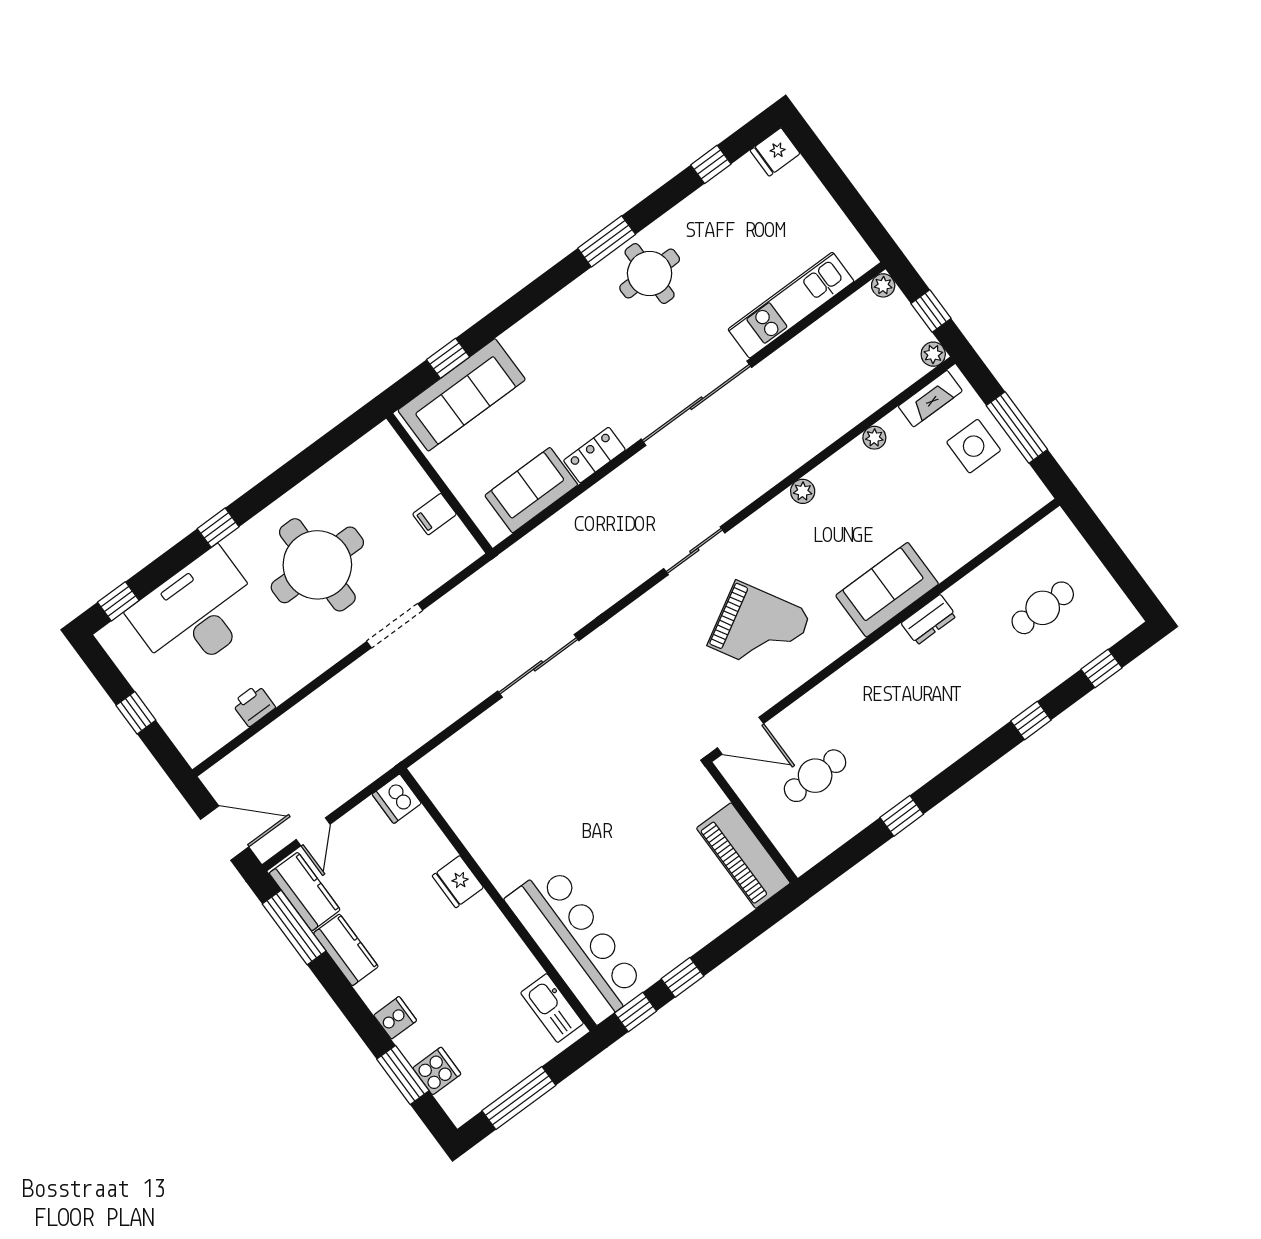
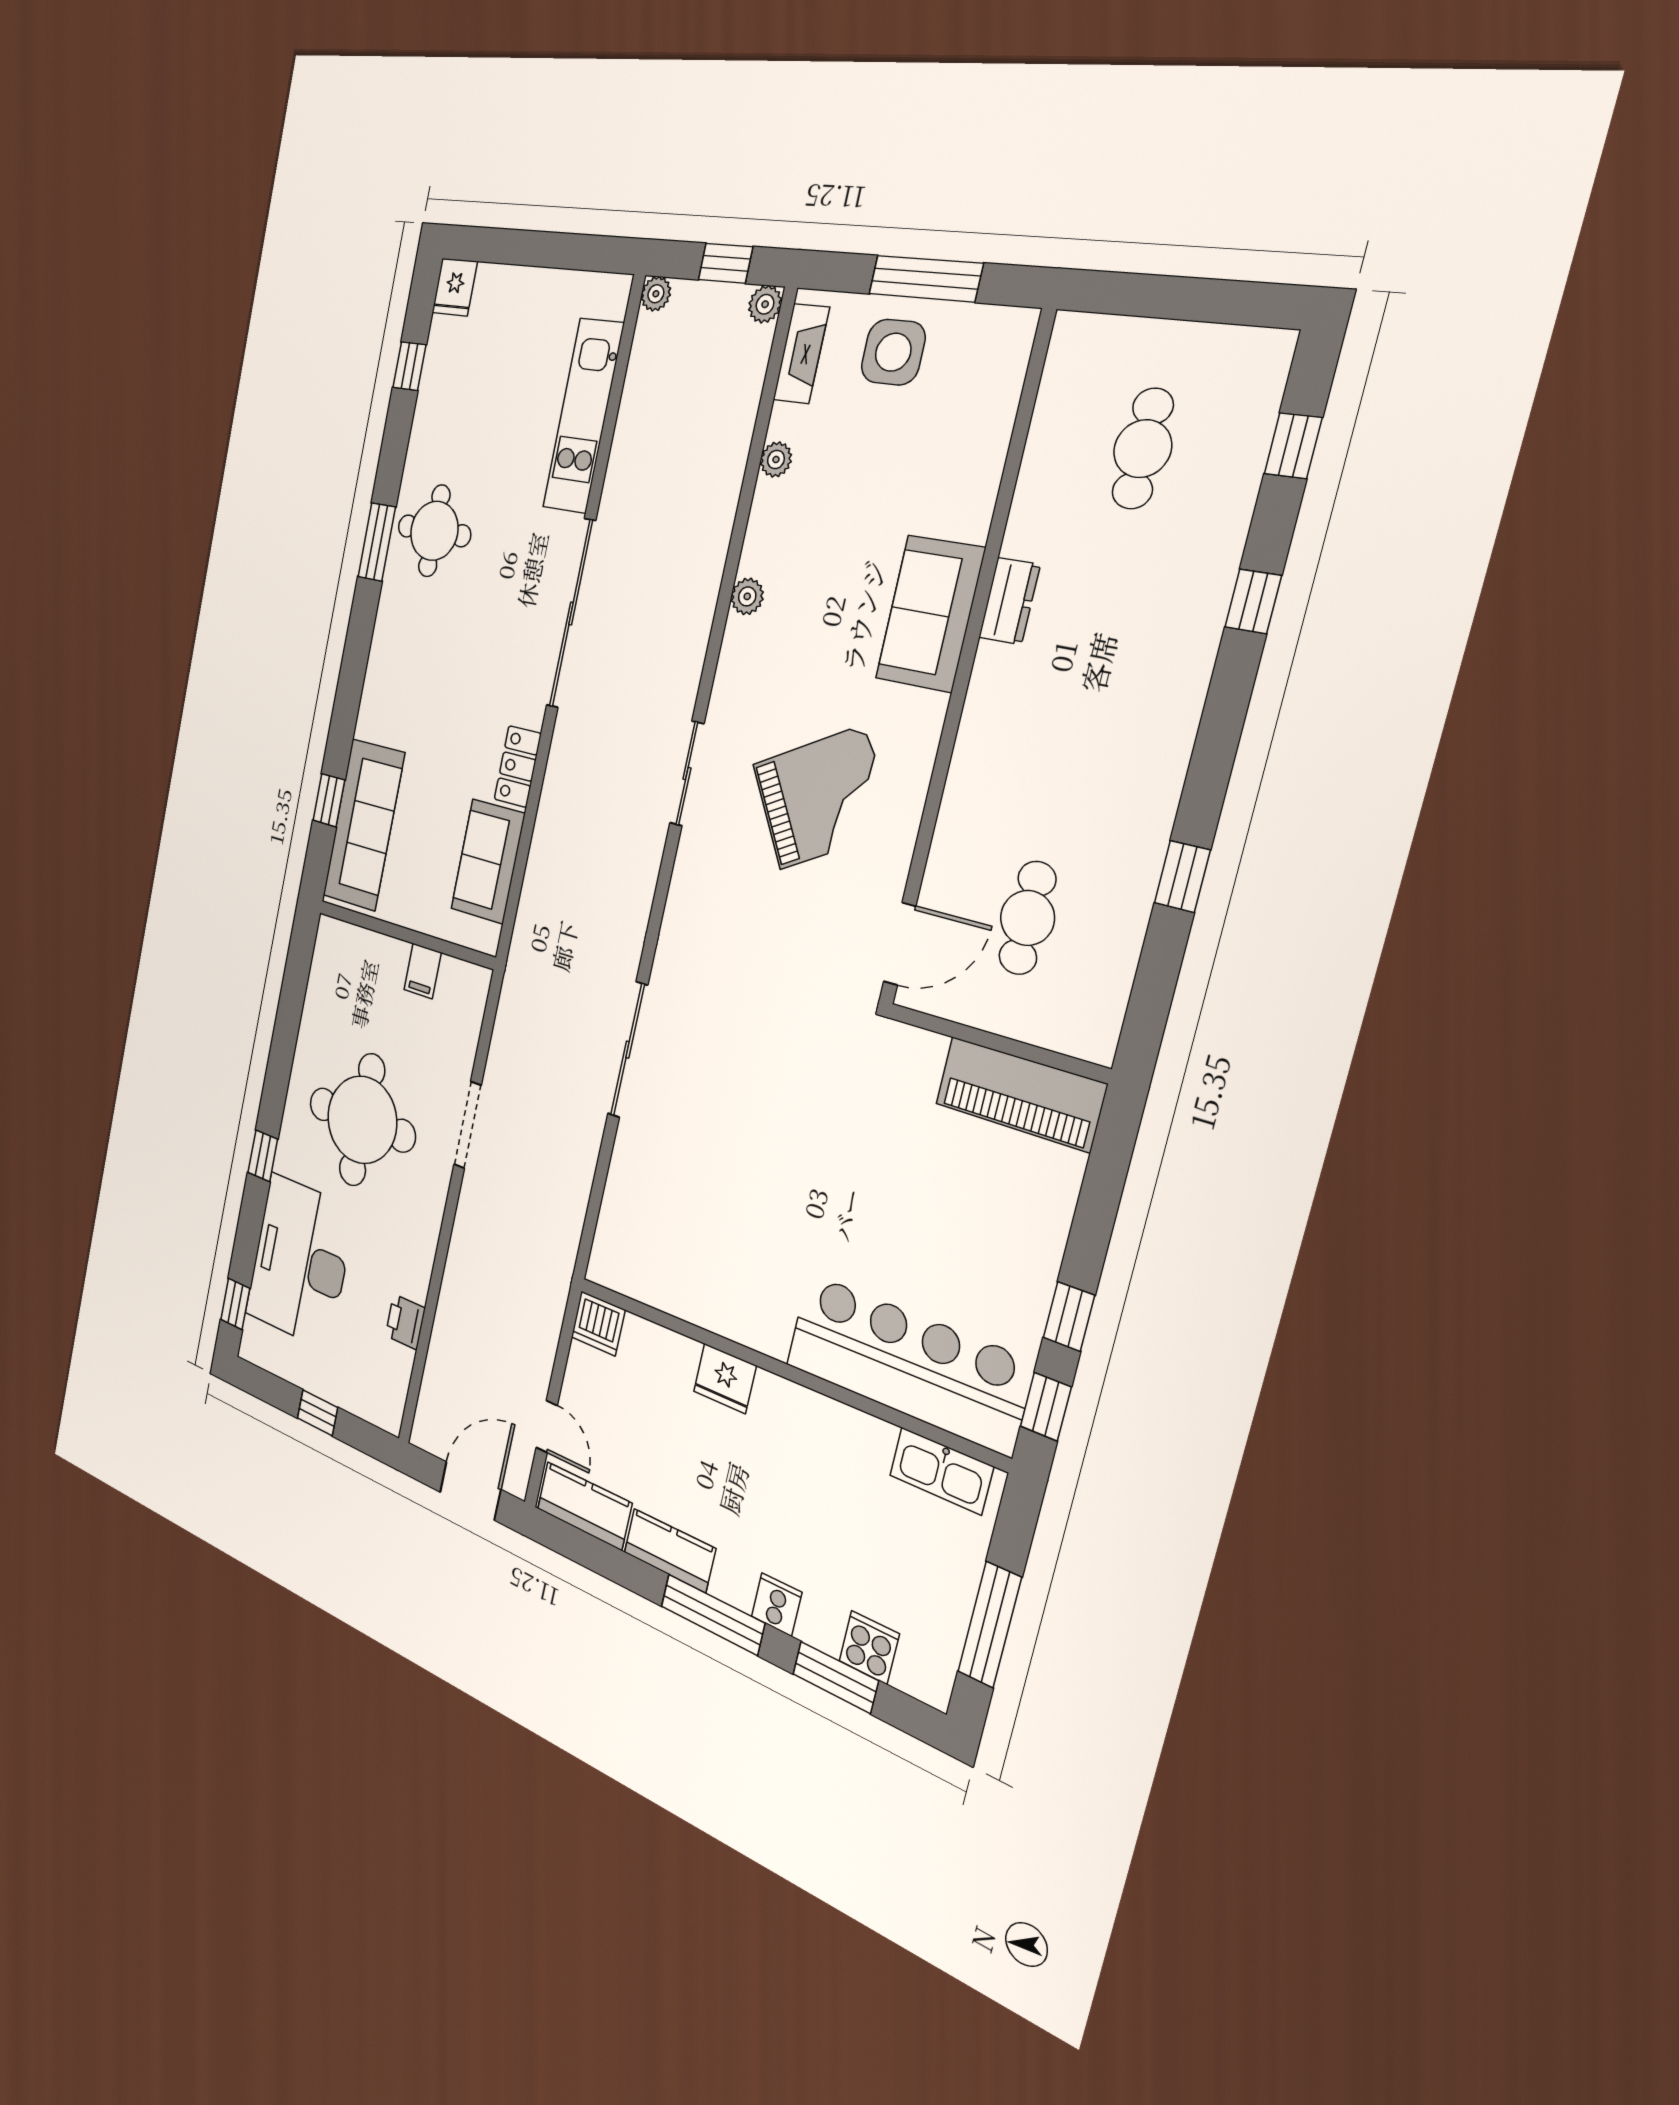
window: (294, 927) -> (713, 1615), moved

